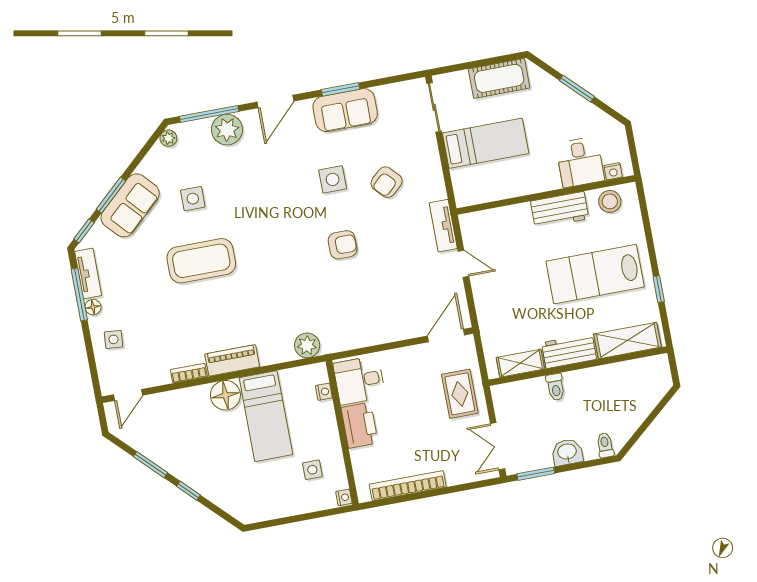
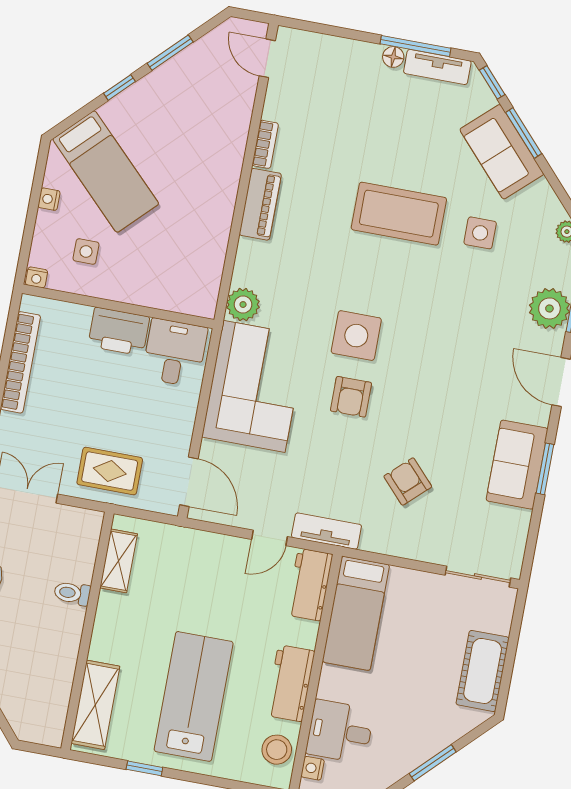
bed: (486, 143) -> (356, 613), moved
side table: (333, 179) -> (356, 336), moved, width x1.37, depth x1.37
coffee table: (201, 261) -> (399, 214), turned 90
corner sofa: (361, 315) -> (254, 386), added
side table: (114, 339) -> (343, 67), removed
workbench: (569, 351) -> (310, 585), moved, turned 180
nightstand: (324, 392) -> (49, 199), moved, turned 90
floor lamp: (225, 395) -> (220, 179), removed
bed: (266, 416) -> (106, 172), moved, turned -135

